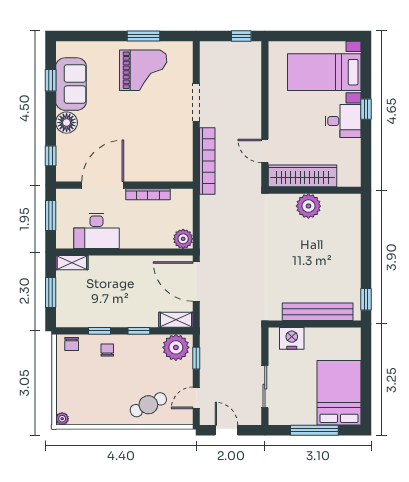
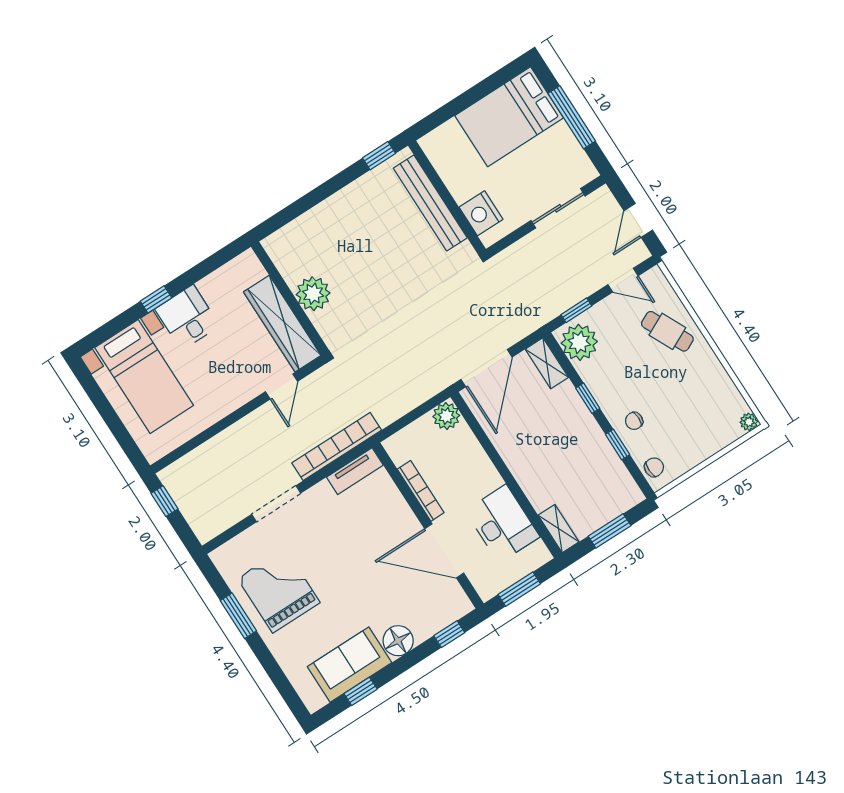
tv unit: (185, 162) -> (355, 471), added

